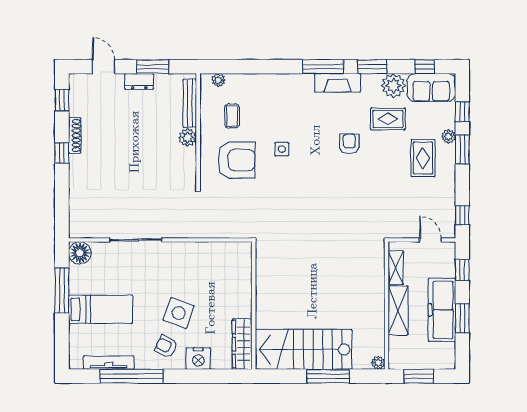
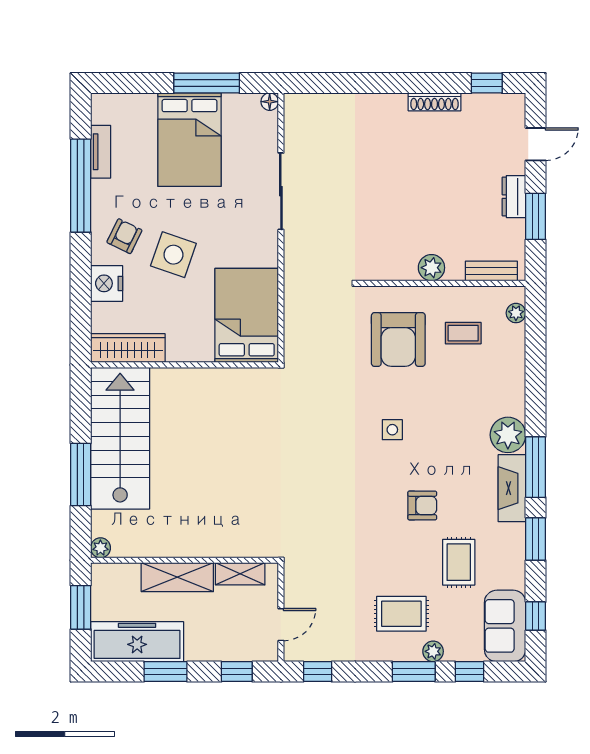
plant: (393, 86) -> (508, 435), moved
bench: (190, 103) -> (491, 271), width x0.73
side table: (282, 149) -> (392, 430), moved
window: (62, 153) -> (408, 83), removed
floor lamp: (80, 253) -> (270, 102), width x0.53, depth x0.53
bed: (220, 263) -> (247, 315), added
bed: (100, 309) -> (189, 140), width x1.50
freezer: (442, 310) -> (137, 642), moved
tv unit: (109, 363) -> (101, 152), width x0.71

